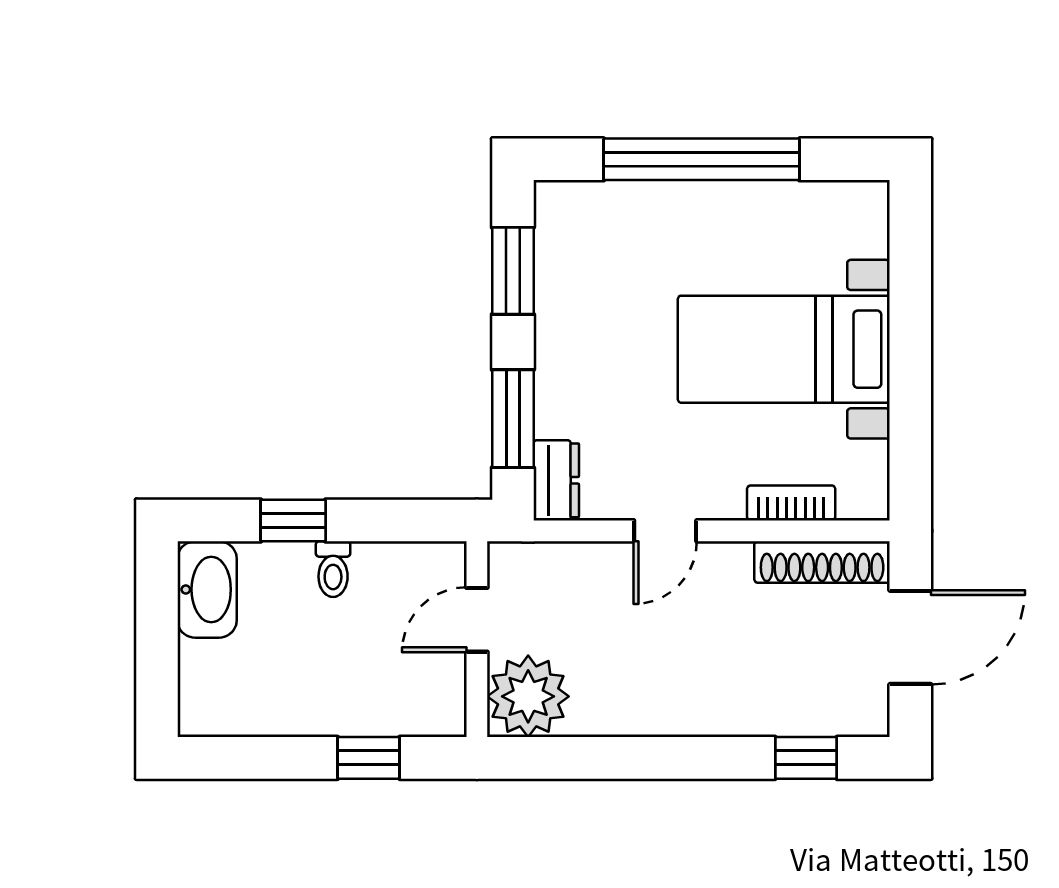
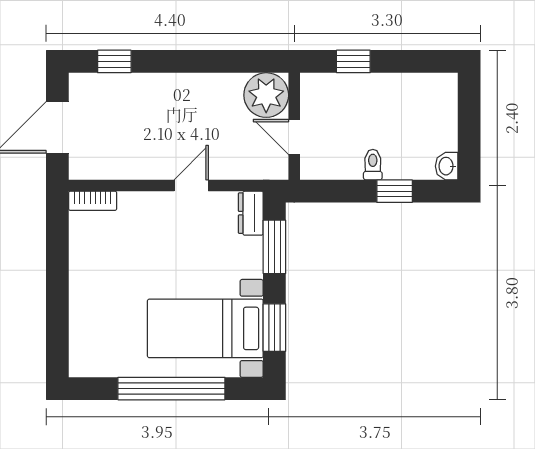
bed with nightstands: (784, 349) -> (205, 328), moved, turned 180
bookcase: (791, 503) -> (93, 201), moved
shoe rack: (822, 562) -> (106, 168), removed
washbasin: (207, 589) -> (447, 166), width x0.52, depth x0.69
door: (477, 620) -> (294, 137), swing flipped

